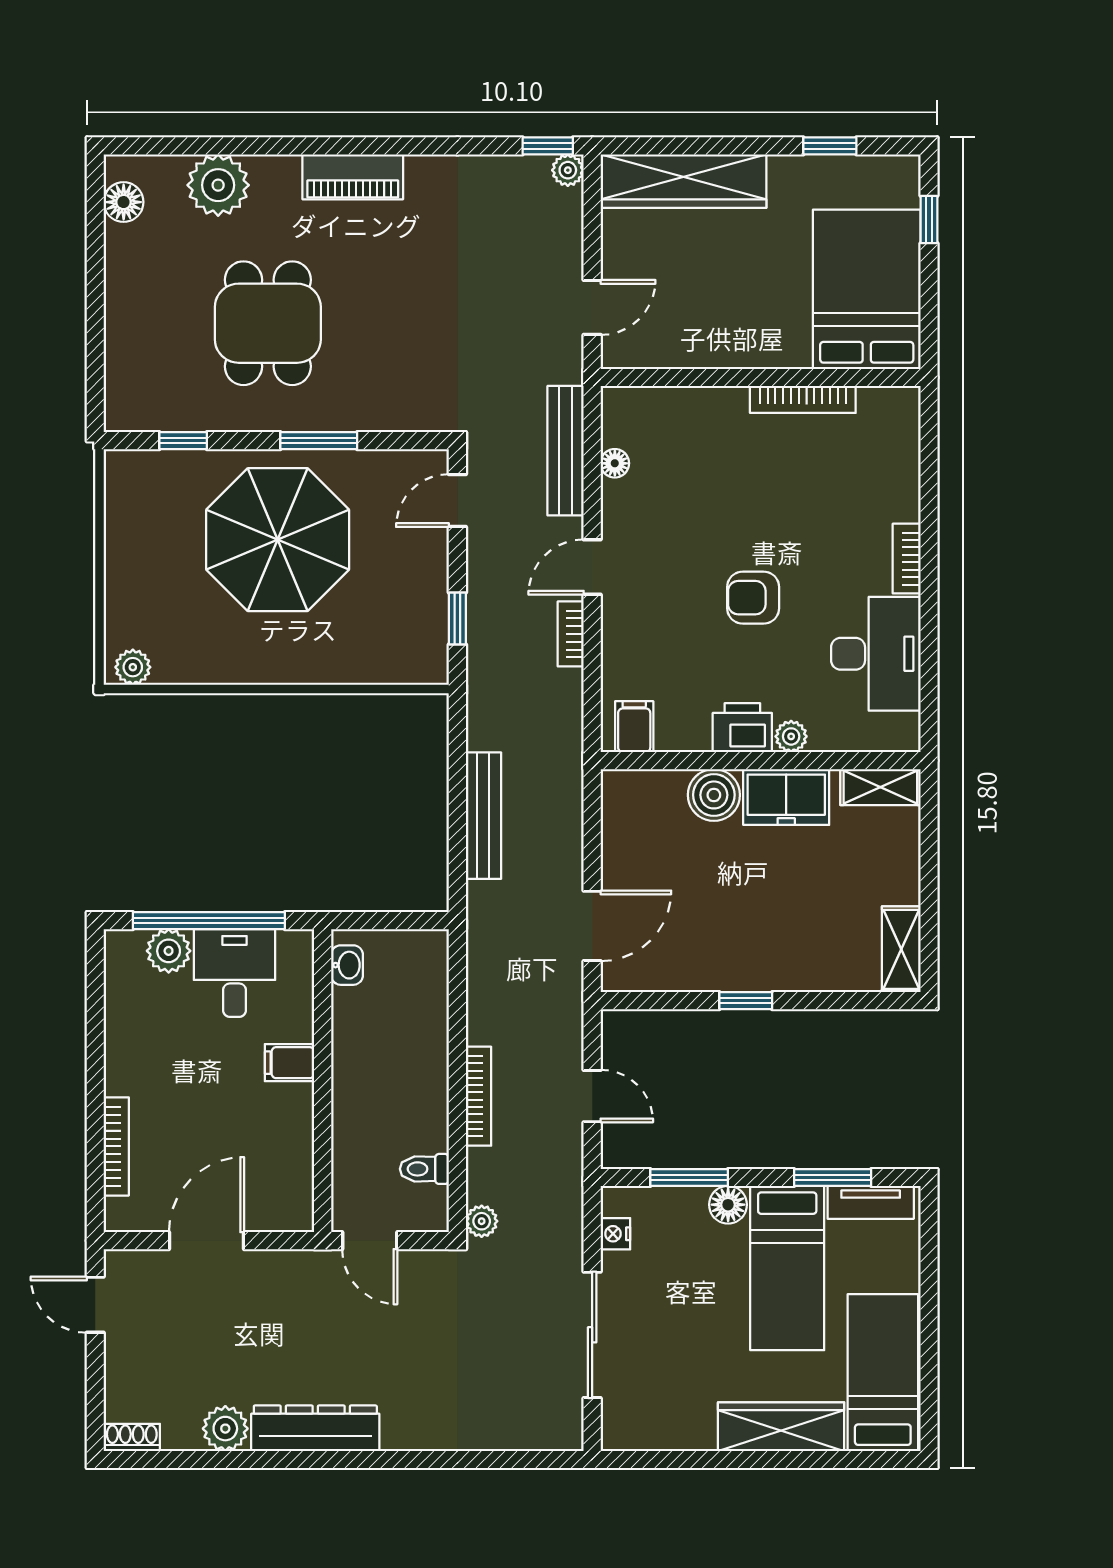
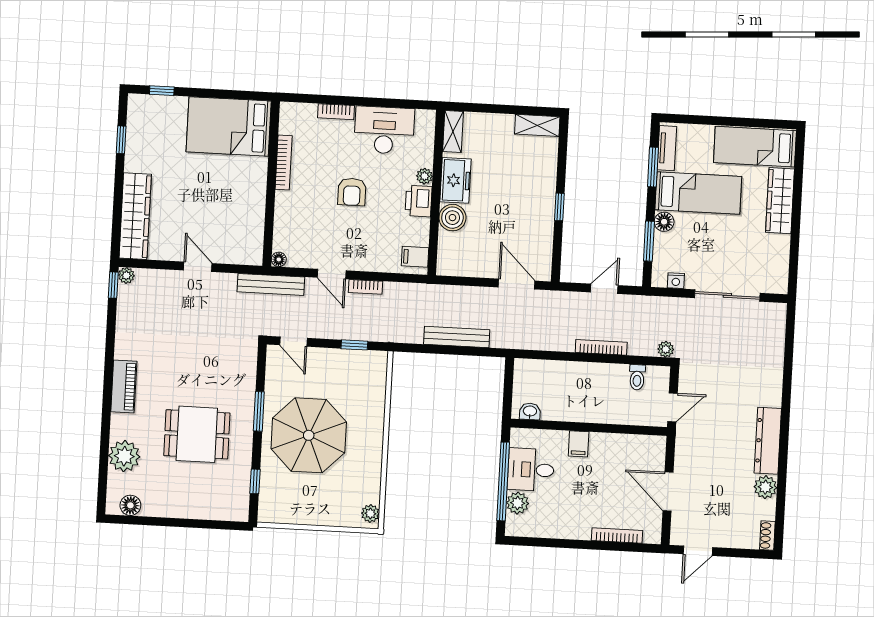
bed: (867, 289) -> (229, 126), moved
wall: (761, 377) -> (271, 184), moved
bookcase: (803, 399) -> (284, 162), moved

